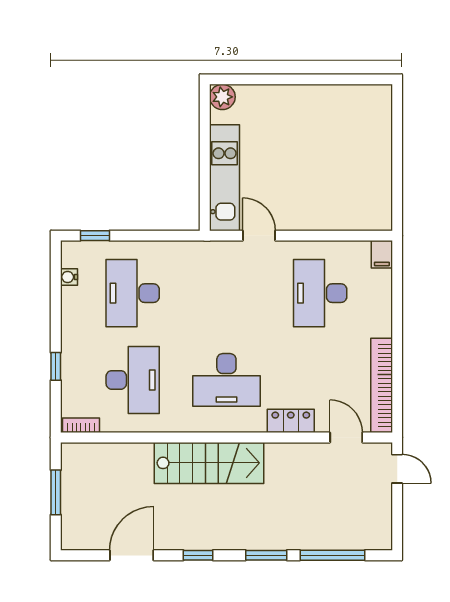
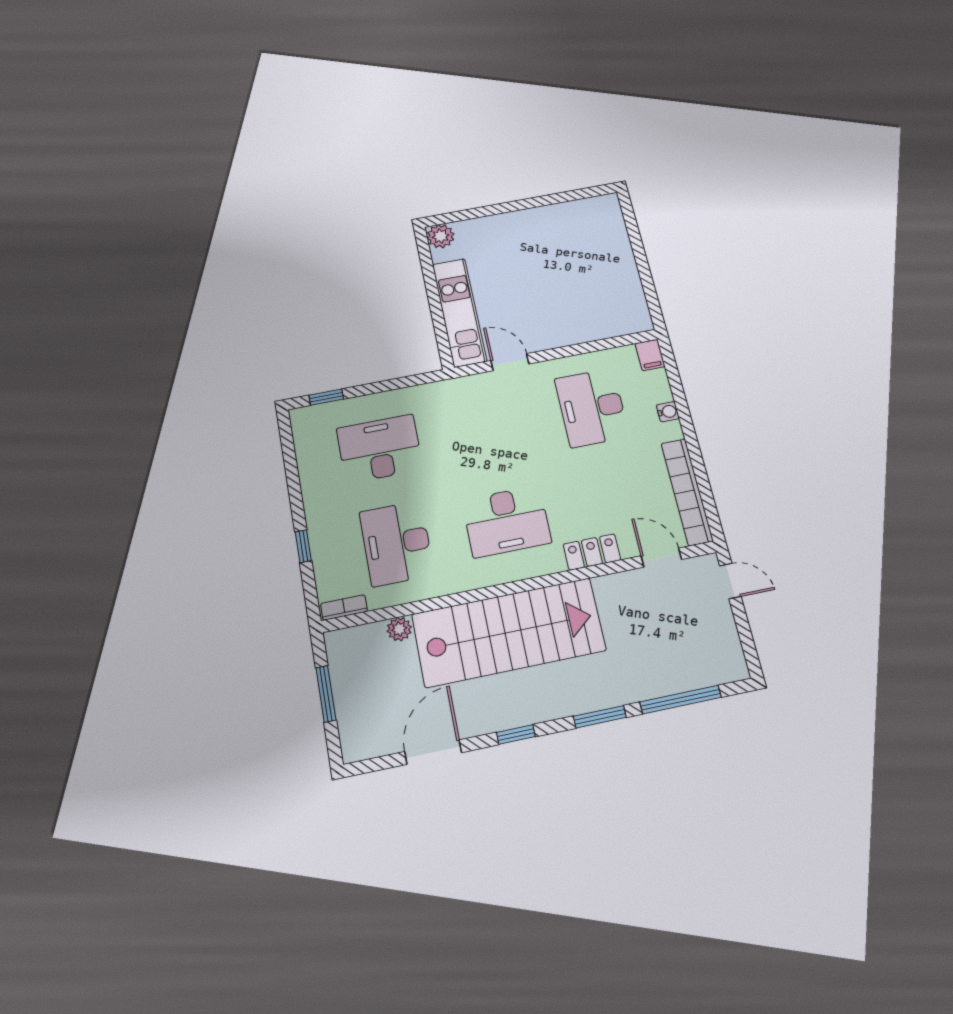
water cooler: (69, 277) -> (668, 412), moved, turned 180
desk: (133, 293) -> (380, 449), turned 90
desk: (133, 380) -> (397, 543), turned 180
plant: (122, 452) -> (399, 629), added
stairs: (209, 463) -> (509, 632), width x1.36, depth x1.51

